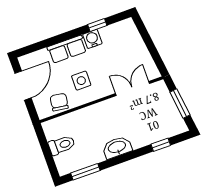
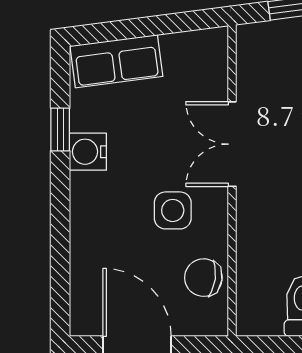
row of seats: (67, 49) -> (116, 61), moved, turned 83
double door: (133, 88) -> (232, 144), moved

